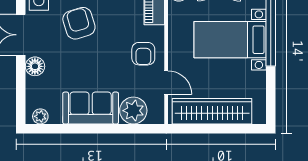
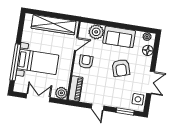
armchair: (79, 23) -> (121, 68), moved
floor lamp: (35, 66) -> (148, 50), moved
door: (166, 83) -> (76, 44), swing flipped

